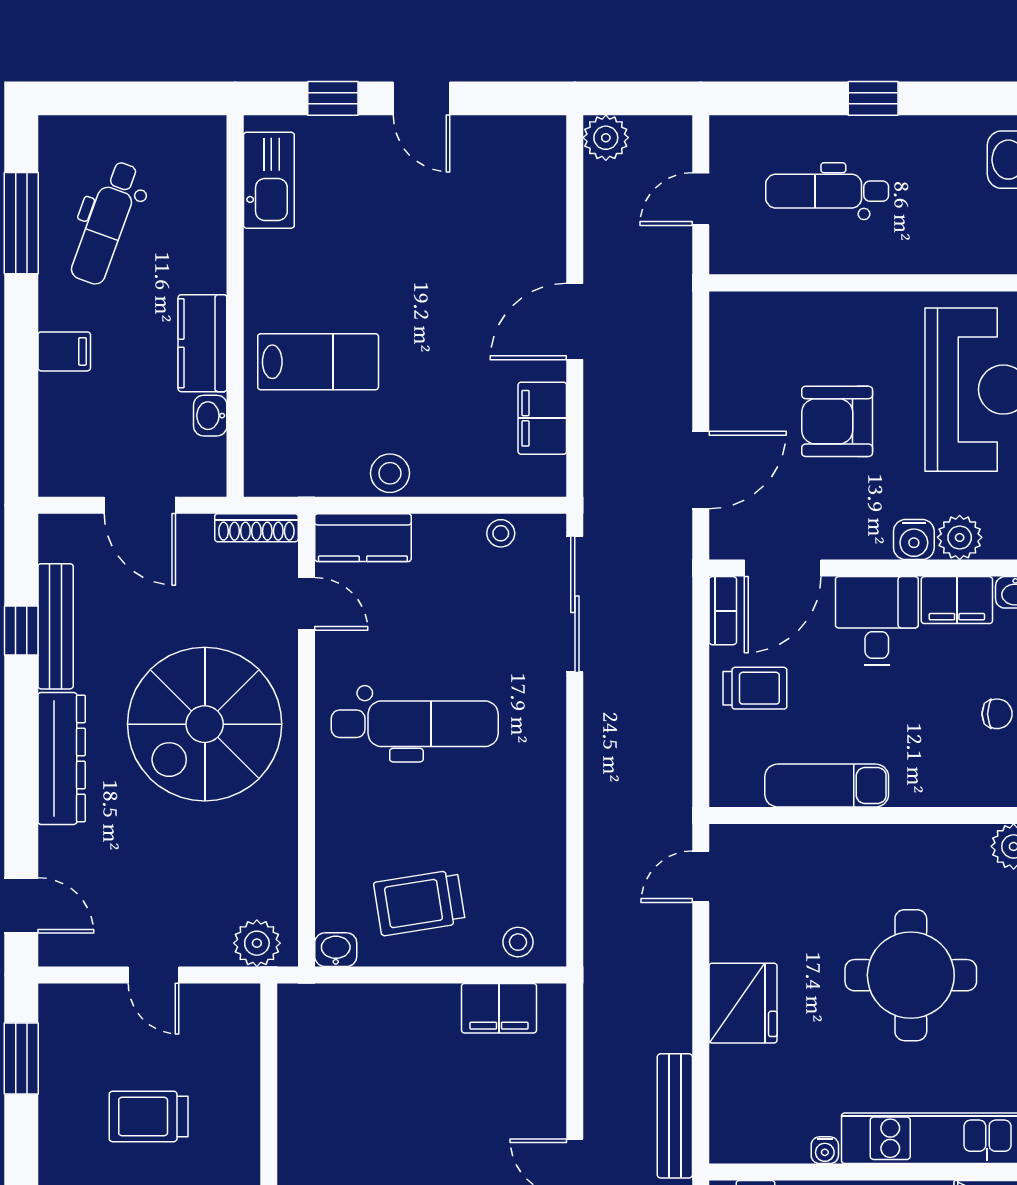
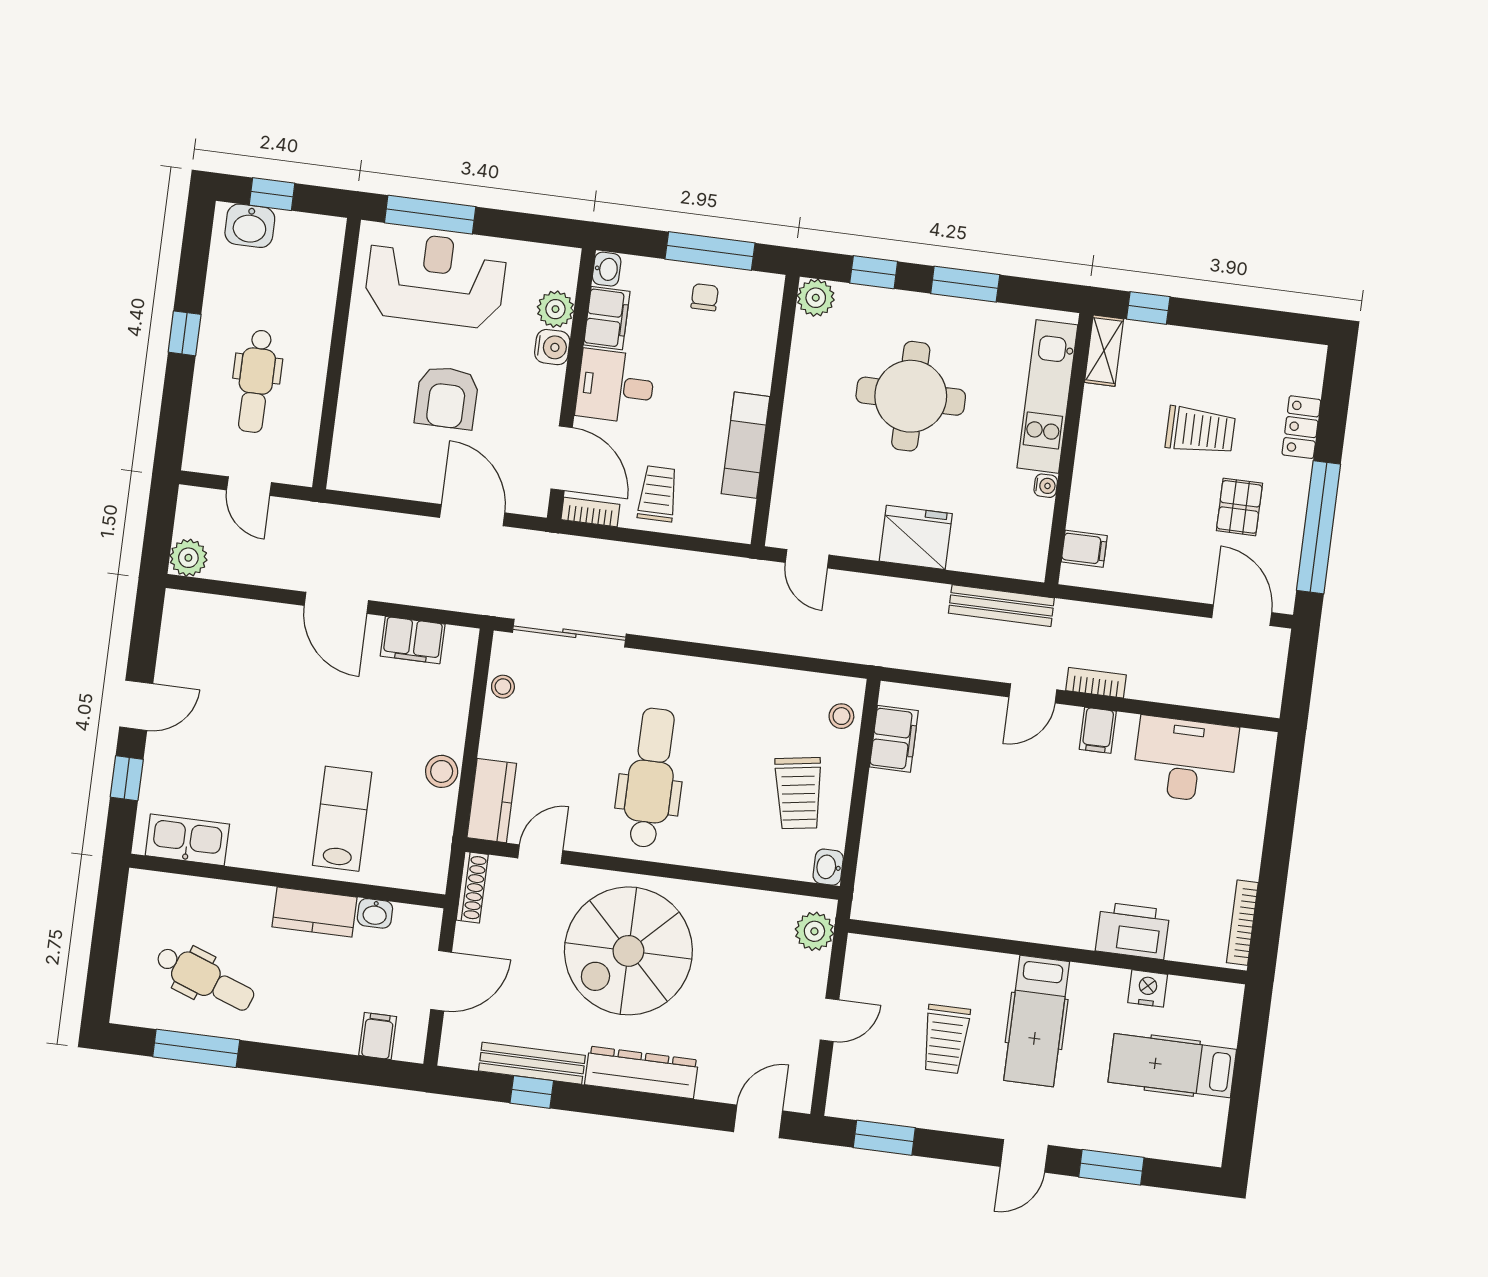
filing cabinet: (64, 351) -> (378, 1036), moved
spiral stairs: (205, 724) -> (628, 951), turned 90

